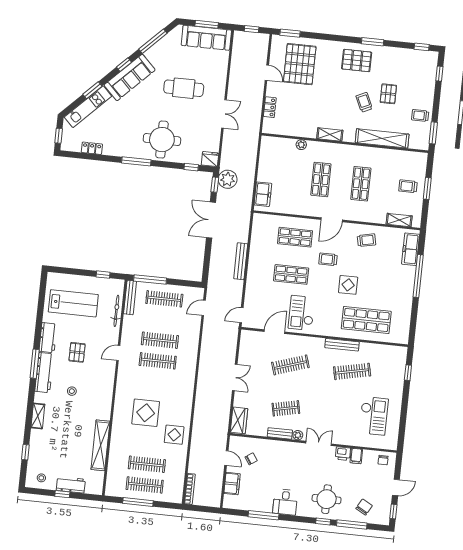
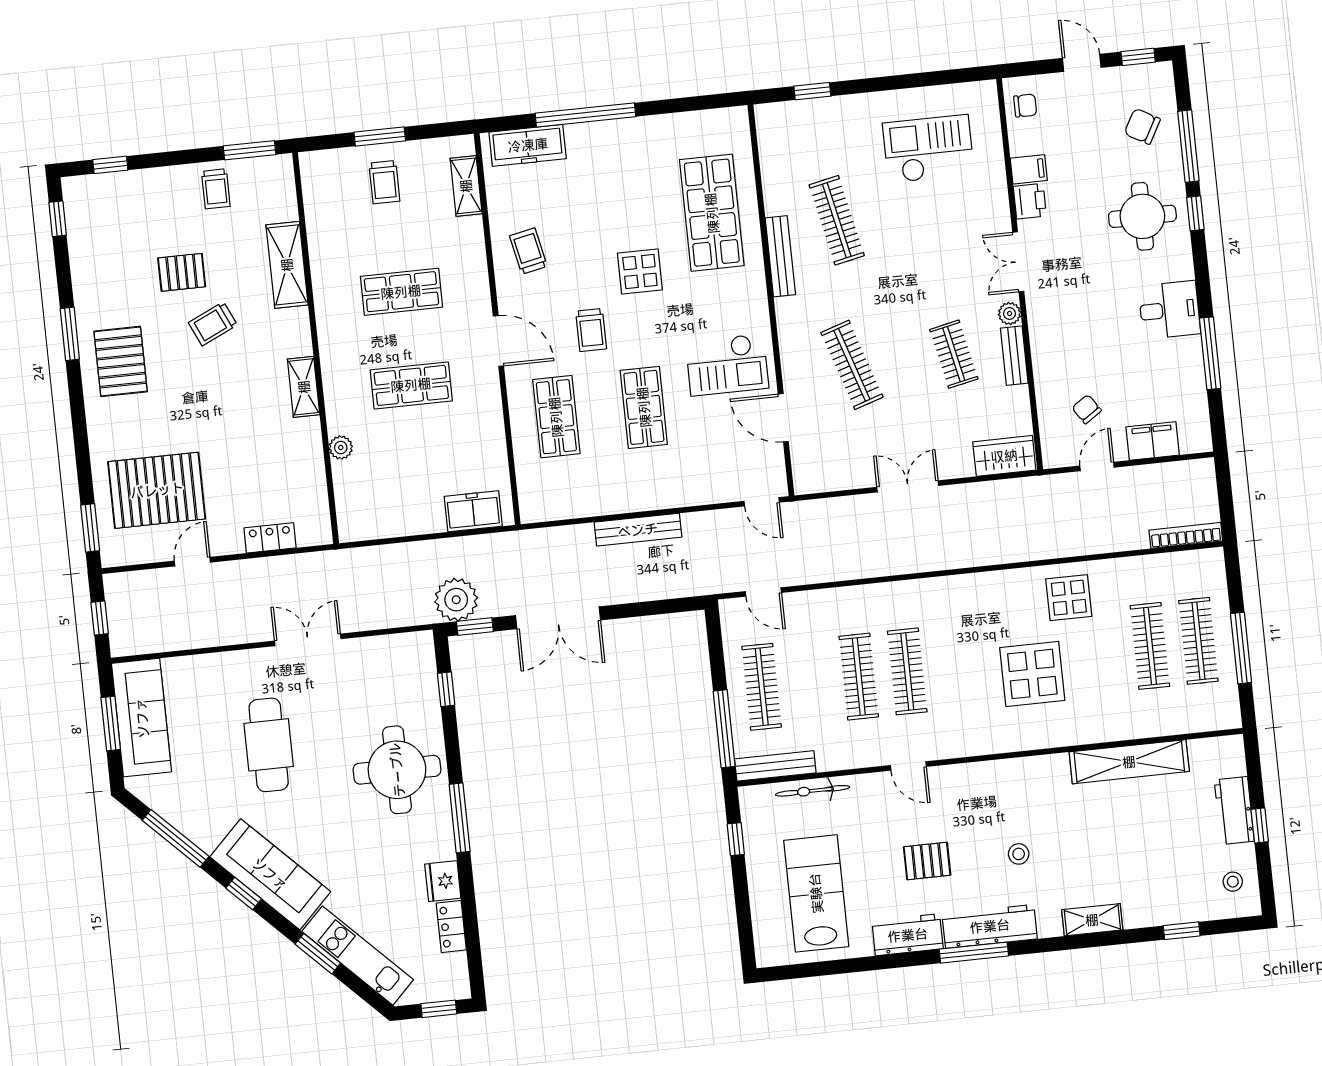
shelving: (382, 138) -> (287, 265), width x0.68
fridge: (210, 159) -> (443, 881), moved

